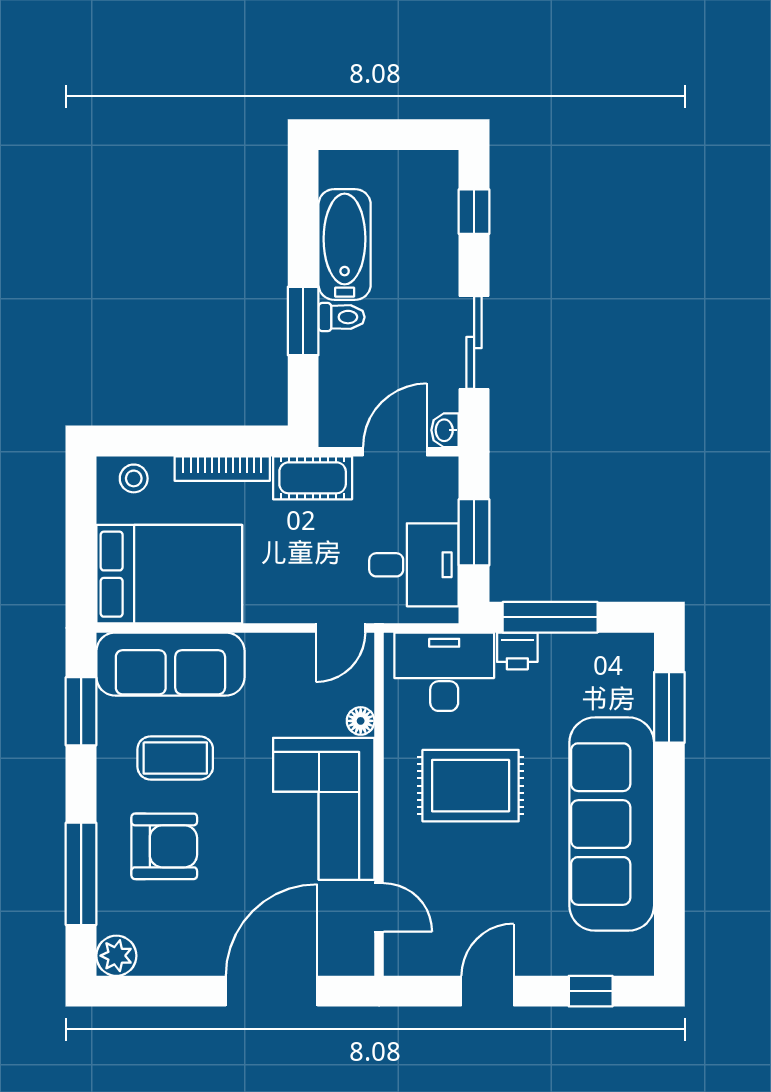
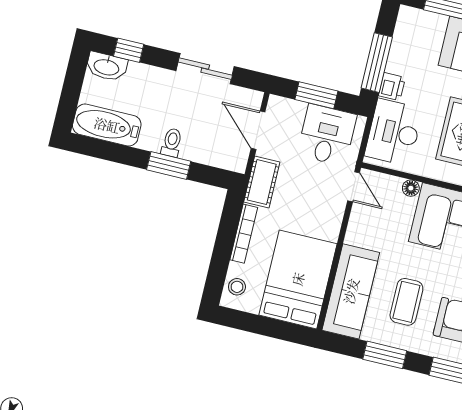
bathtub: (345, 244) -> (107, 125), moved
washbasin: (445, 430) -> (107, 67), moved, width x1.91, depth x1.45
window: (81, 711) -> (385, 355), moved

